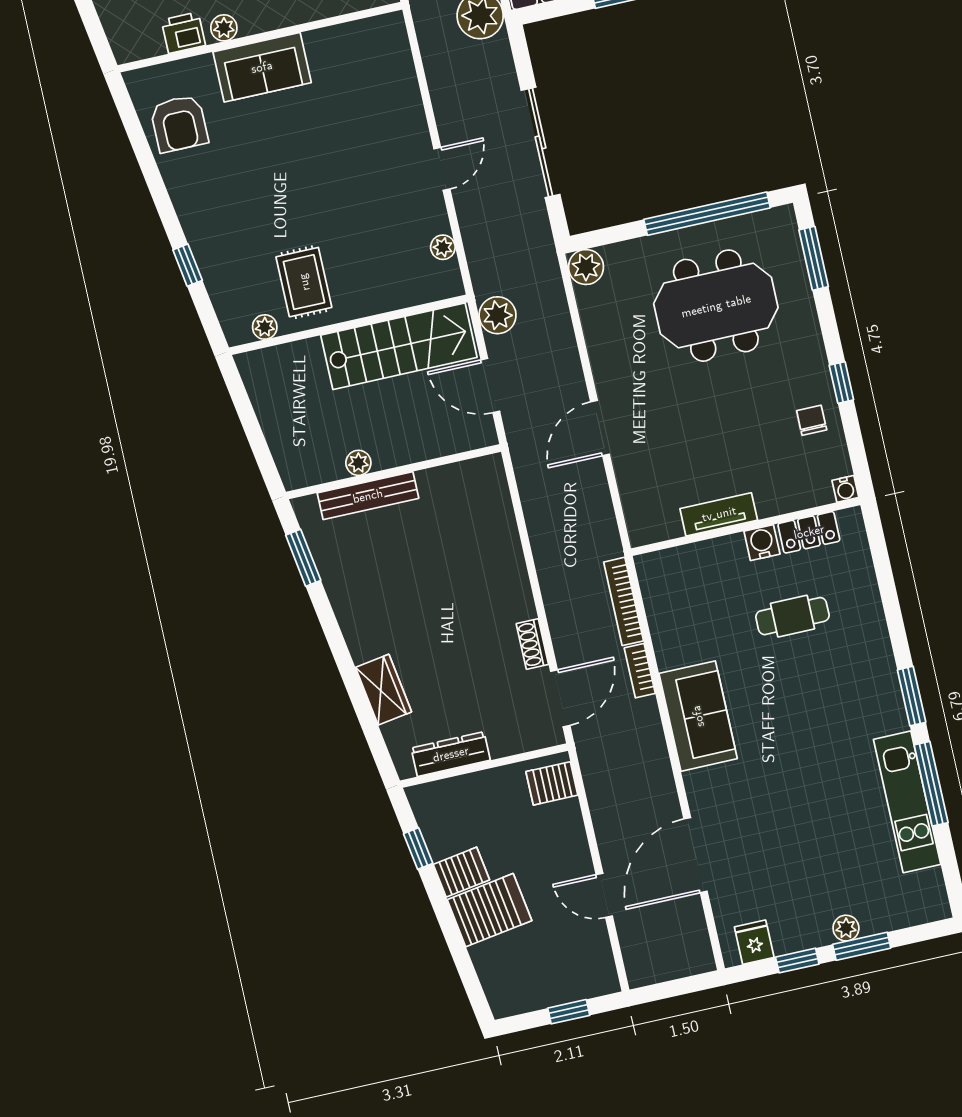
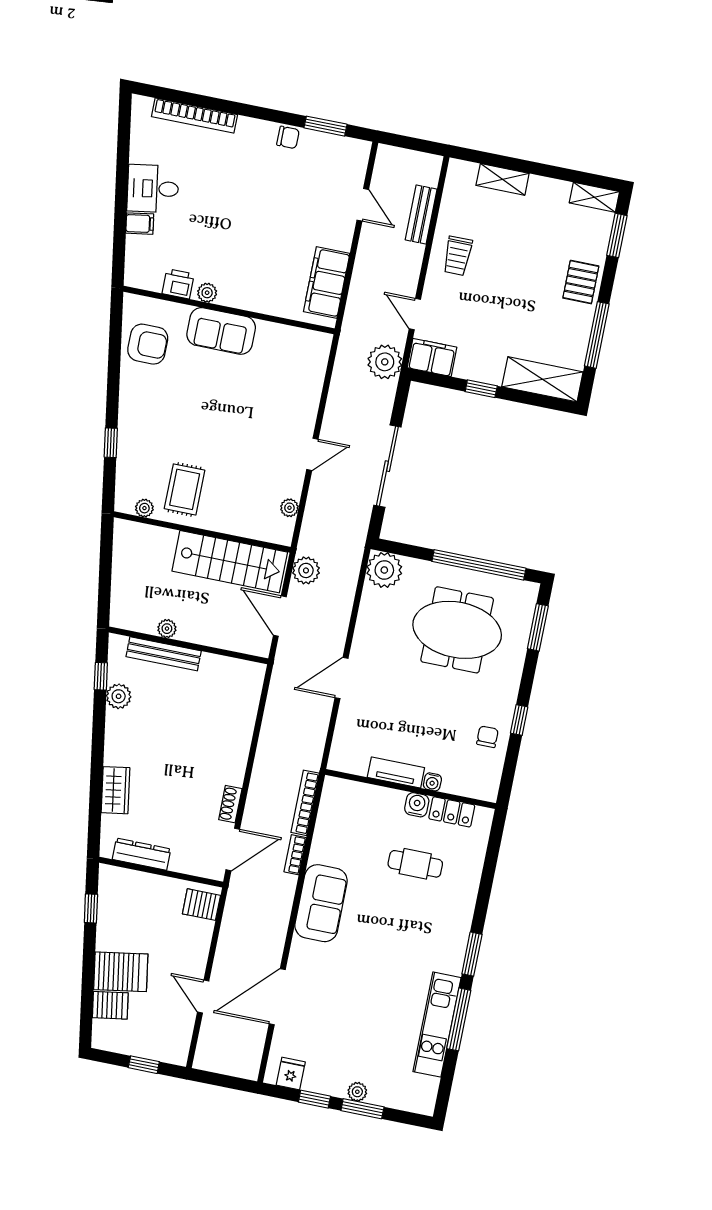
armchair: (179, 124) -> (148, 344), turned -90
plant: (586, 267) -> (384, 570), width x1.36, depth x1.36
water cooler: (845, 489) -> (432, 782), moved
window: (303, 558) -> (101, 676), width x0.67
plant: (336, 573) -> (119, 696), added
server rack: (461, 872) -> (110, 1005), moved

